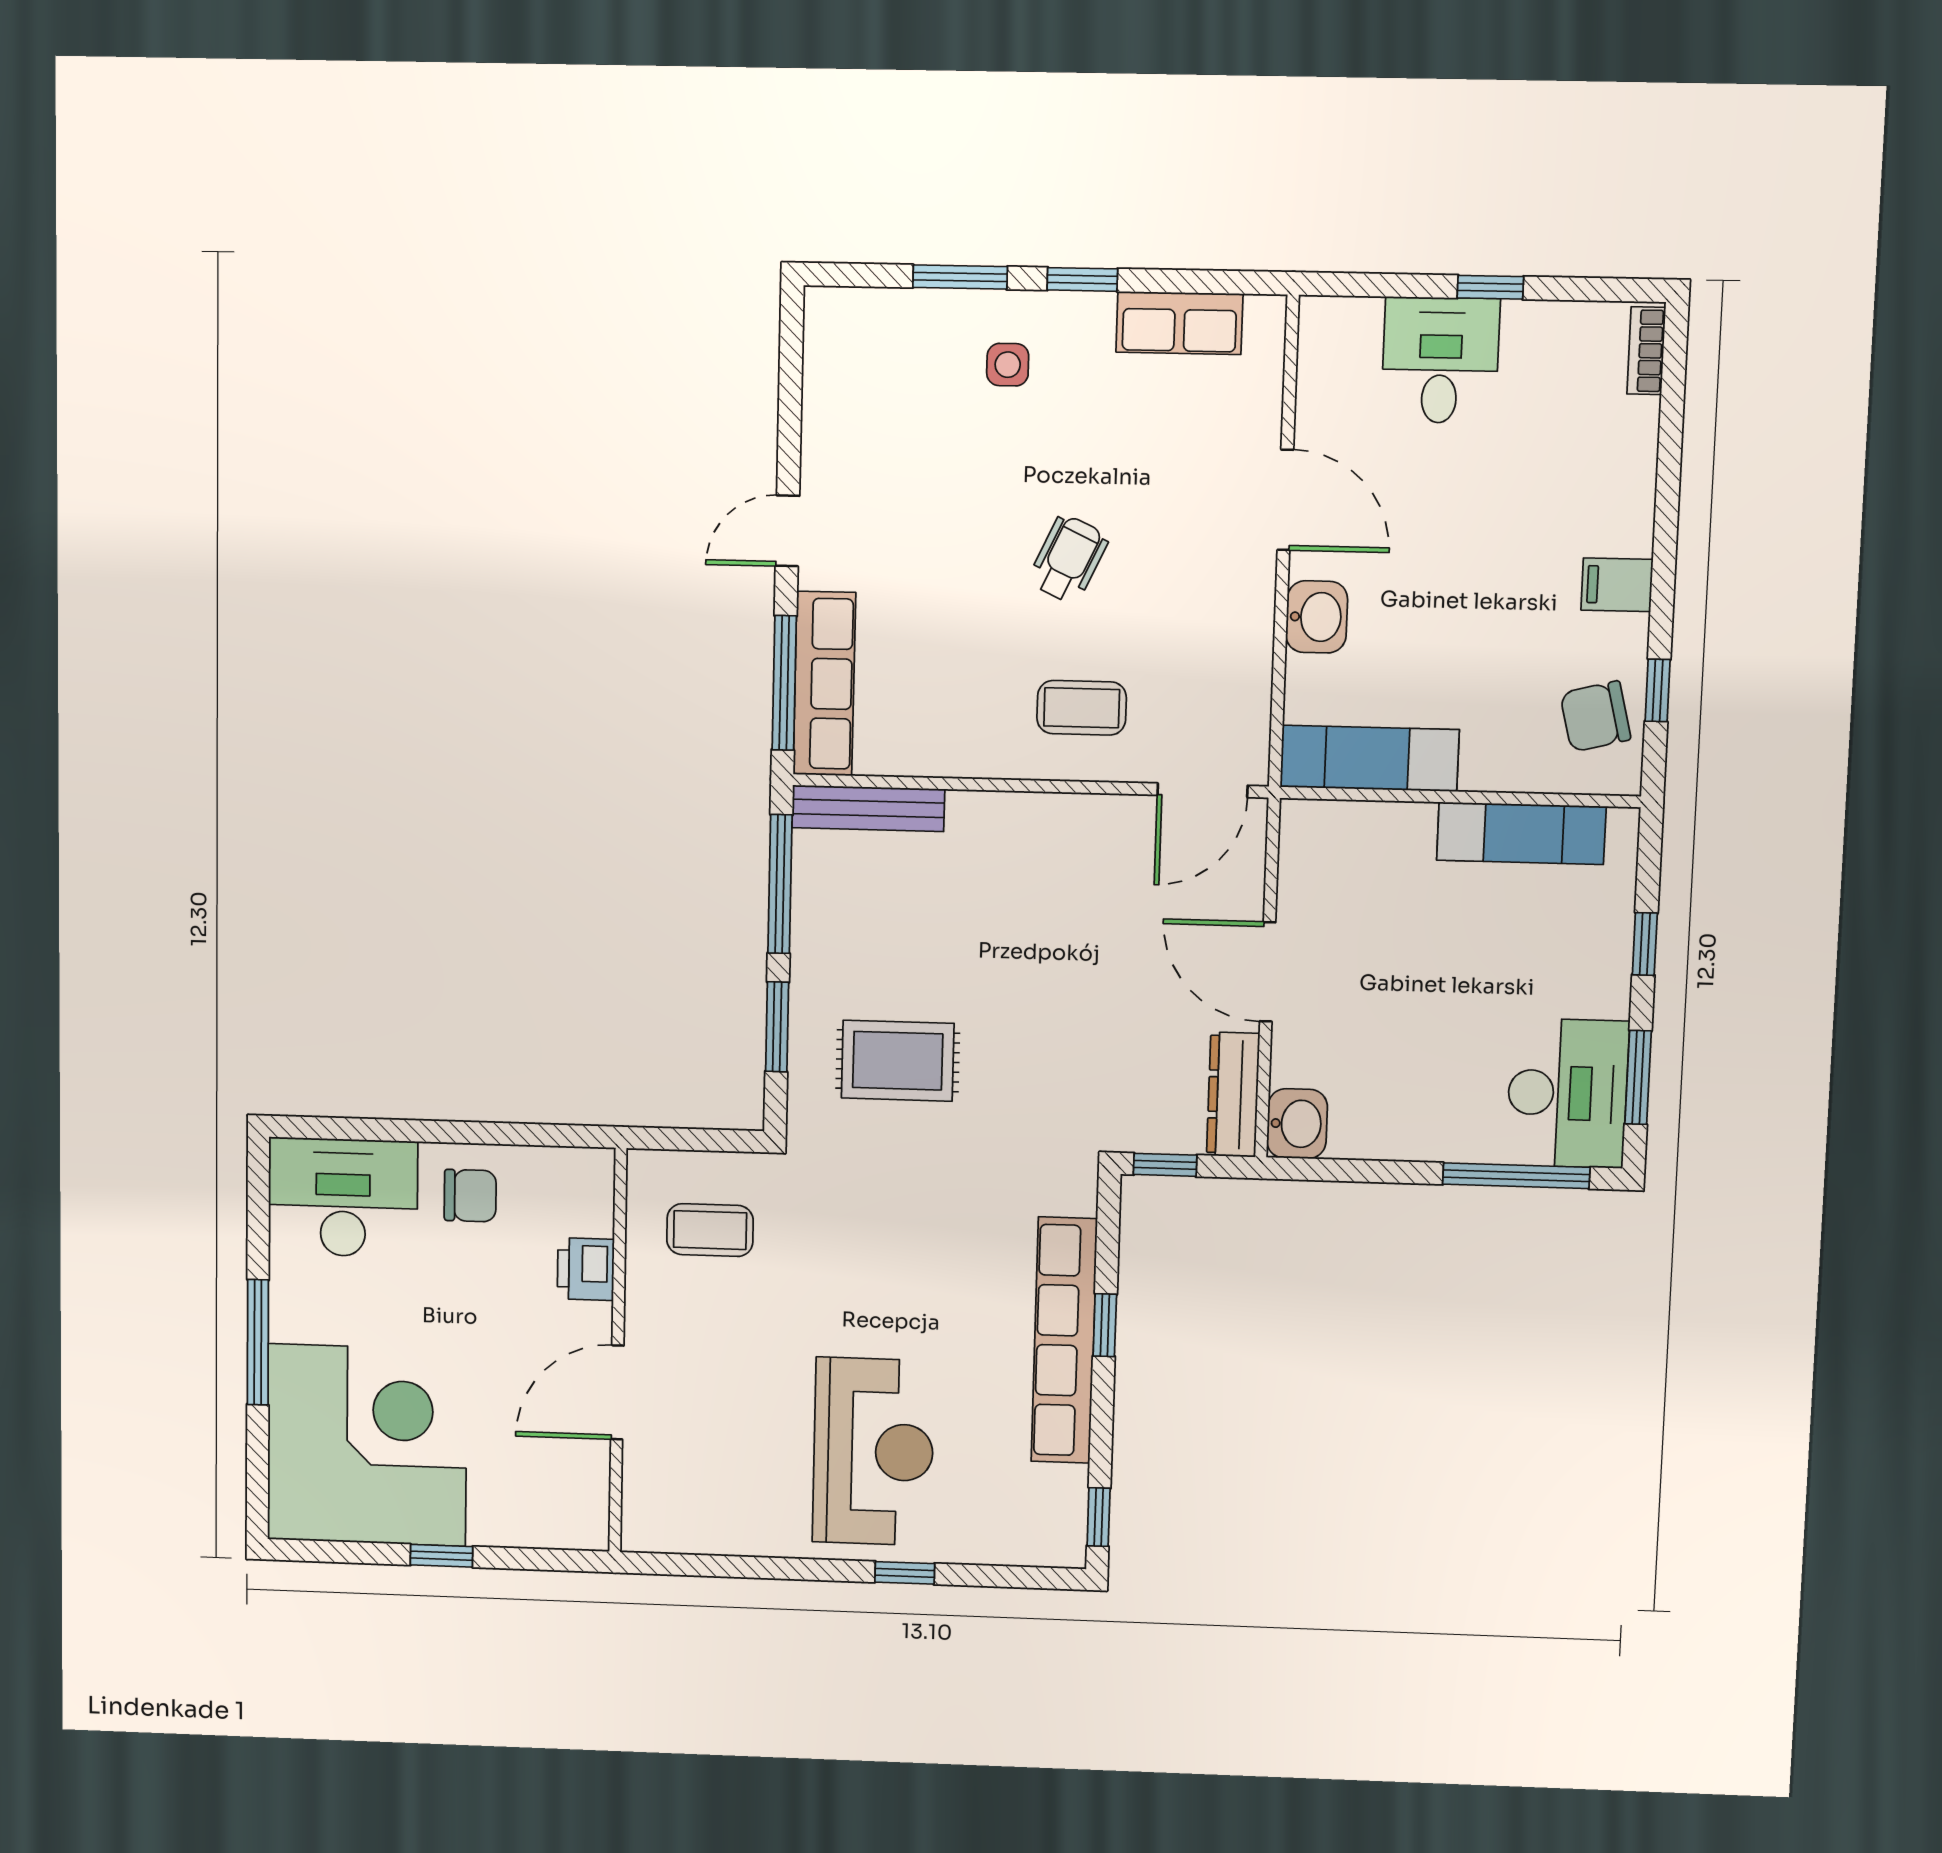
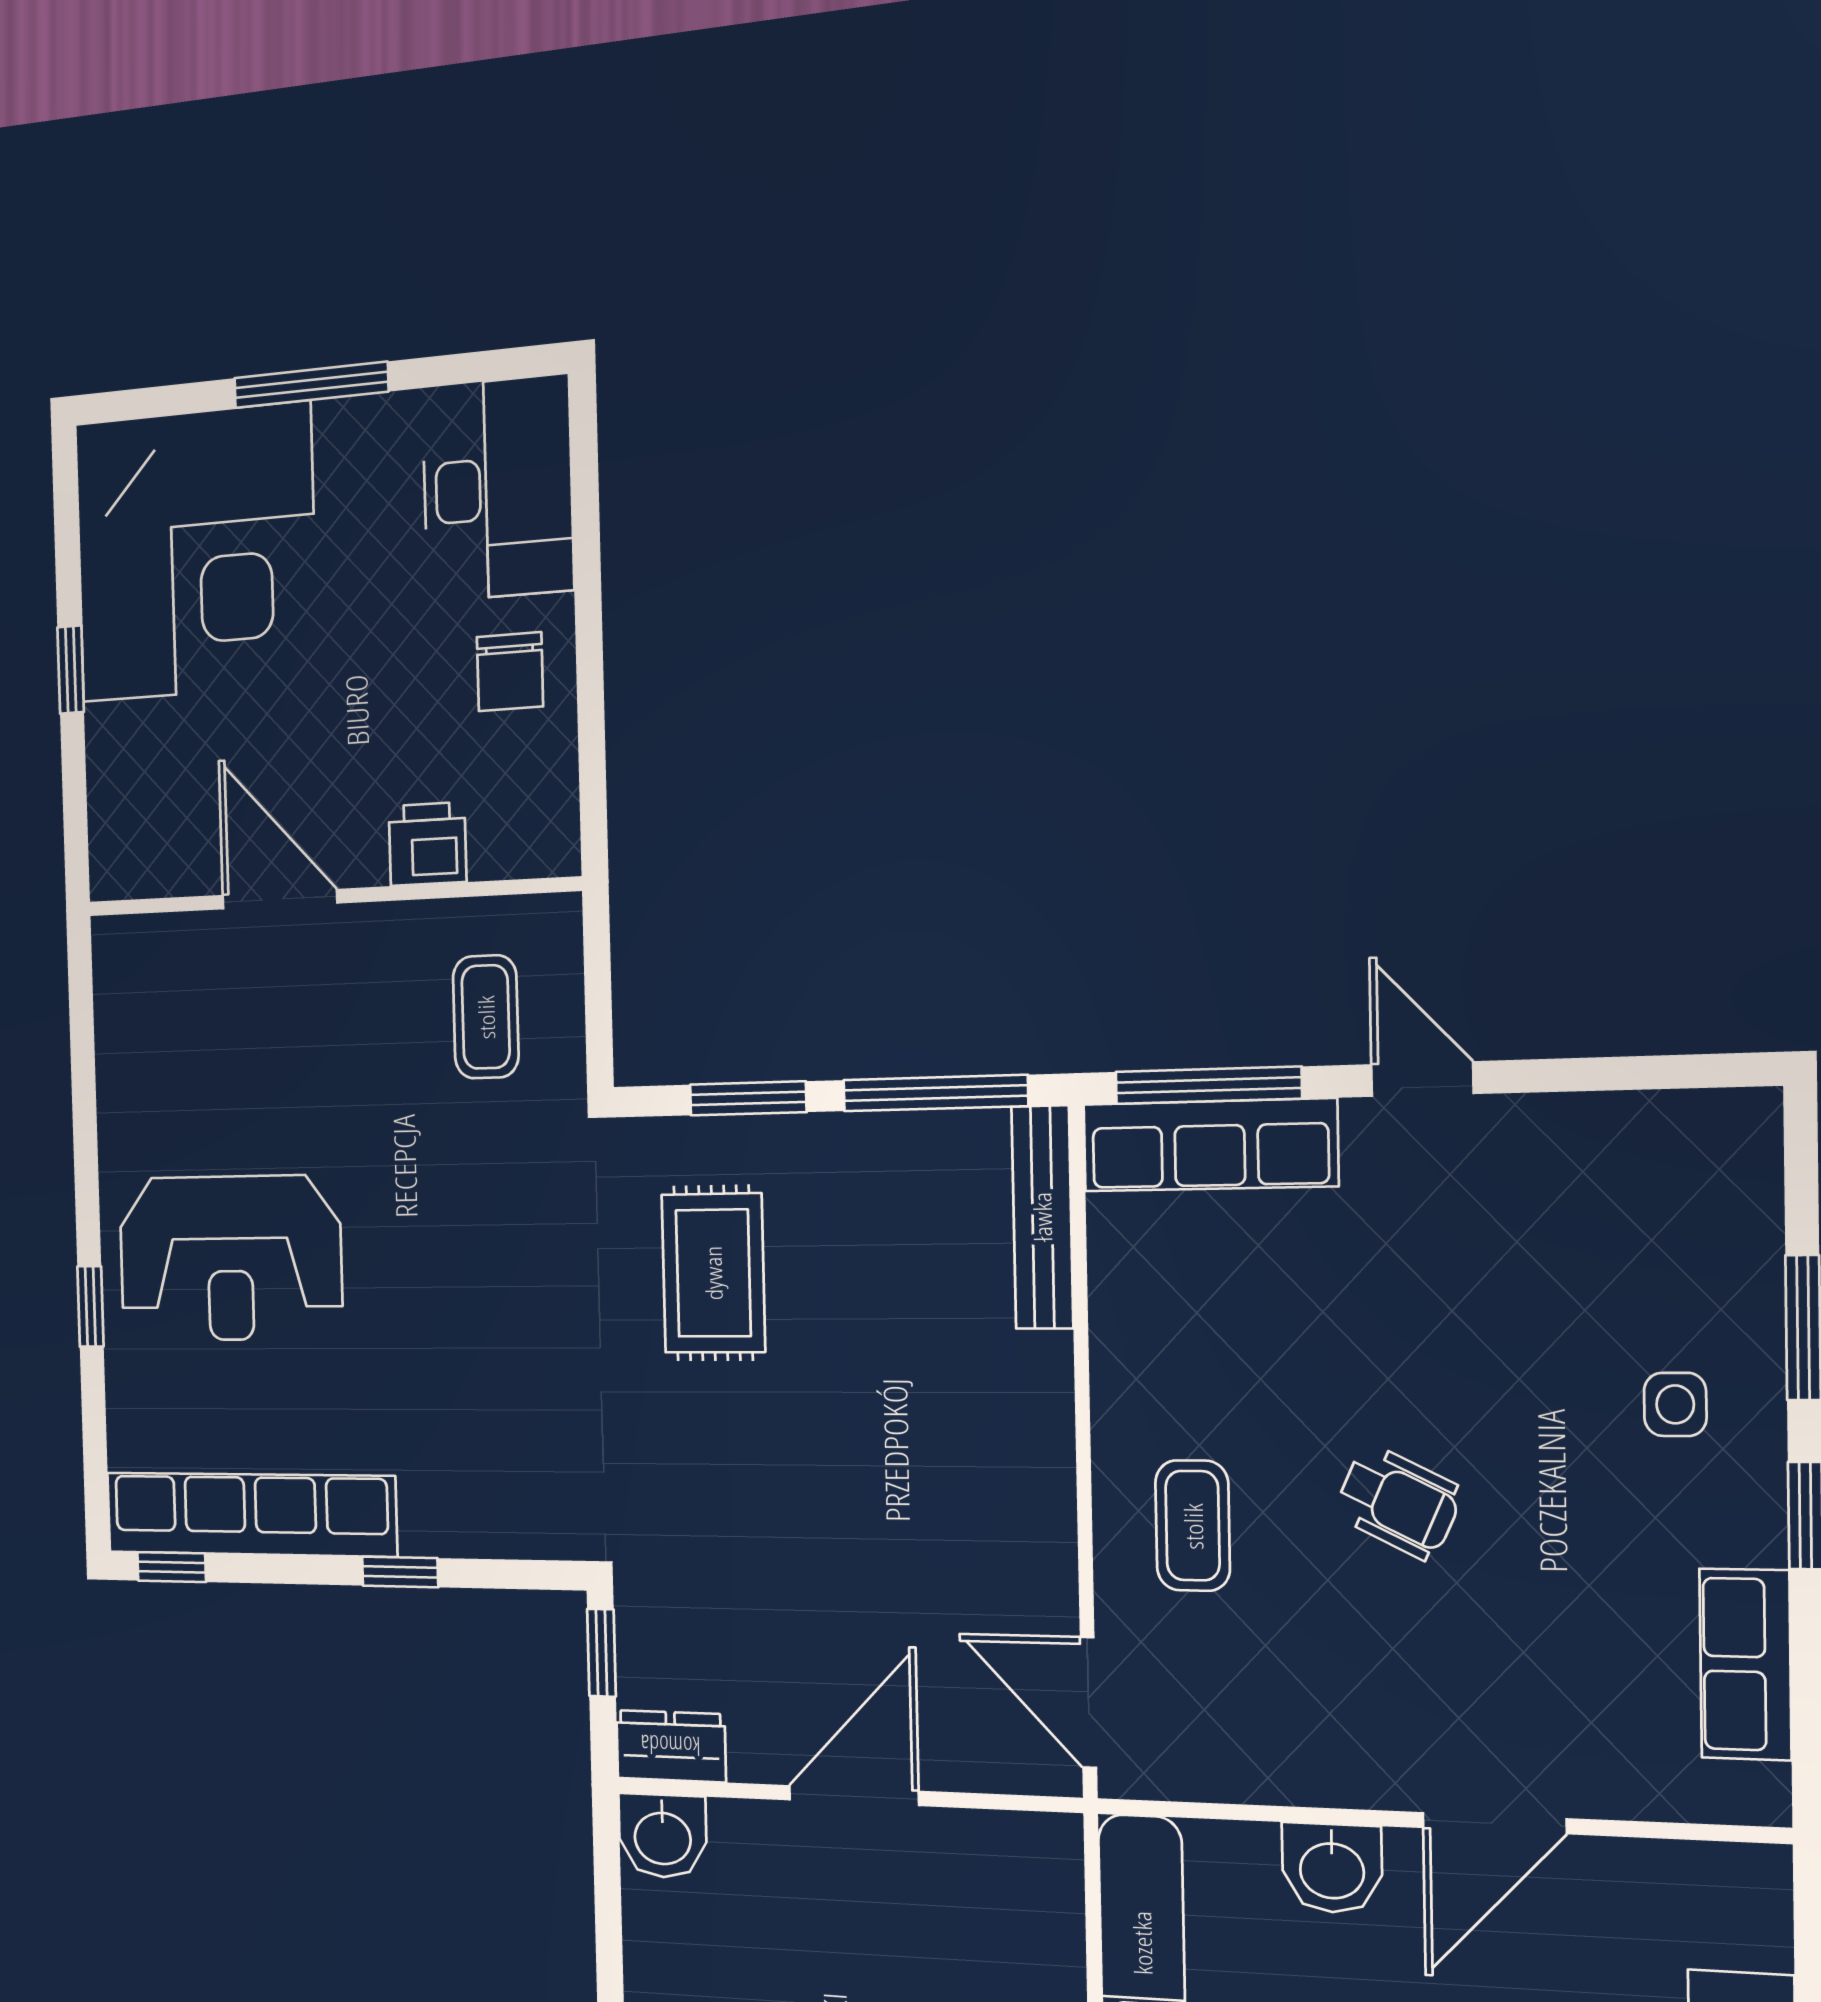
dresser: (1233, 1095) -> (671, 1746), width x0.70
row of seats: (1064, 1340) -> (250, 1514), moved

